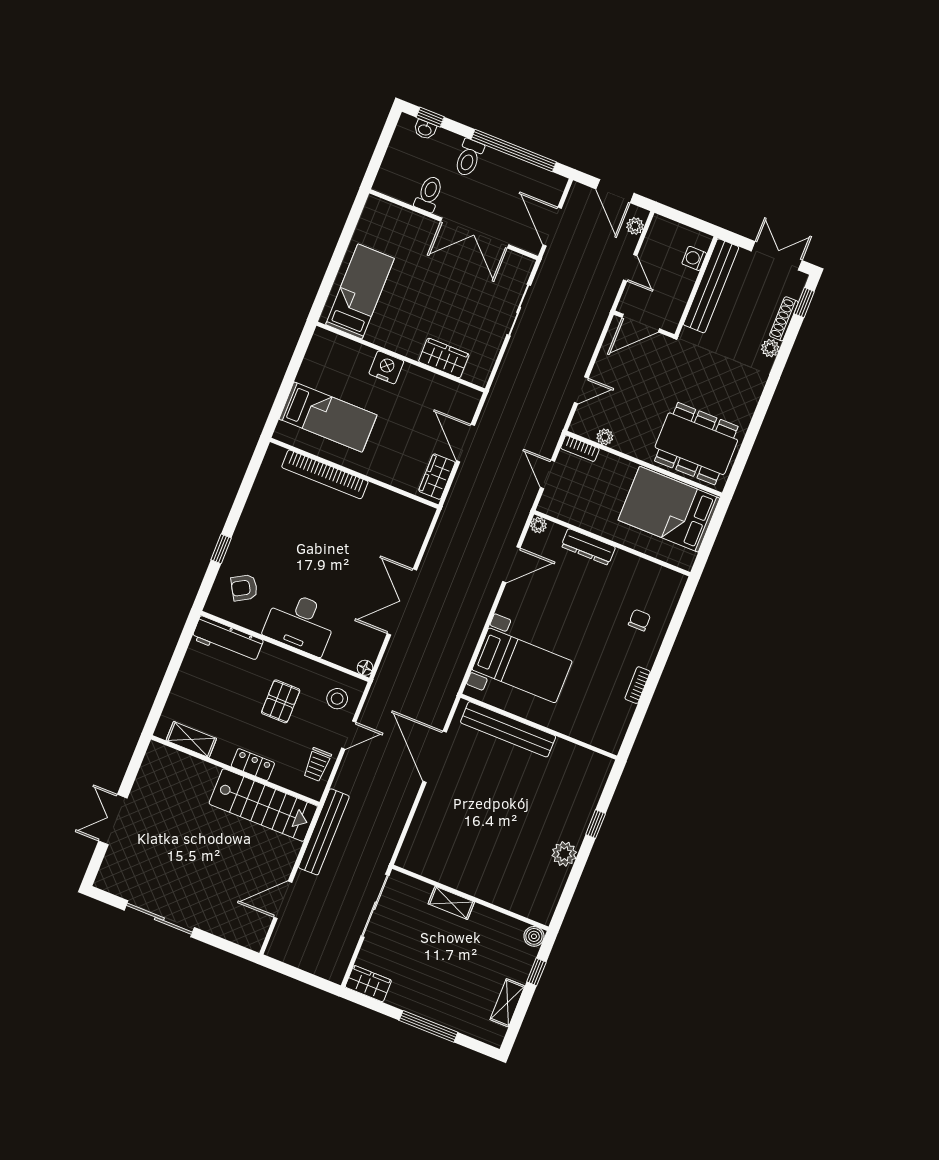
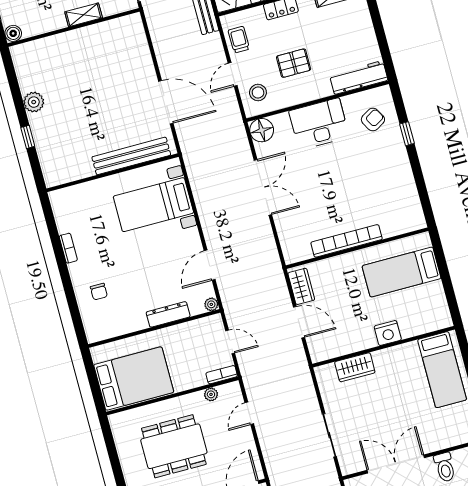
dining table: (696, 444) -> (174, 446), moved
bookcase: (325, 474) -> (347, 241), moved
floor lamp: (365, 668) -> (262, 130), width x1.89, depth x1.89
pallet: (281, 701) -> (294, 63), turned 90

